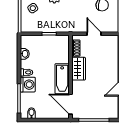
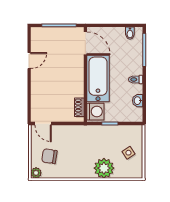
door: (94, 34) -> (43, 124), moved
wardrobe: (79, 69) -> (76, 84), removed
bathtub: (62, 79) -> (98, 79), width x1.36, depth x1.36
washing machine: (28, 85) -> (95, 112), moved, turned 180

